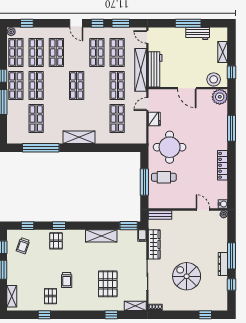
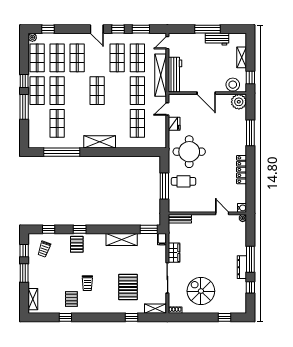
door: (147, 37) -> (167, 43), hinge flipped
wardrobe: (154, 244) -> (174, 253), width x0.67
spiral stairs: (187, 276) -> (201, 291), moved

